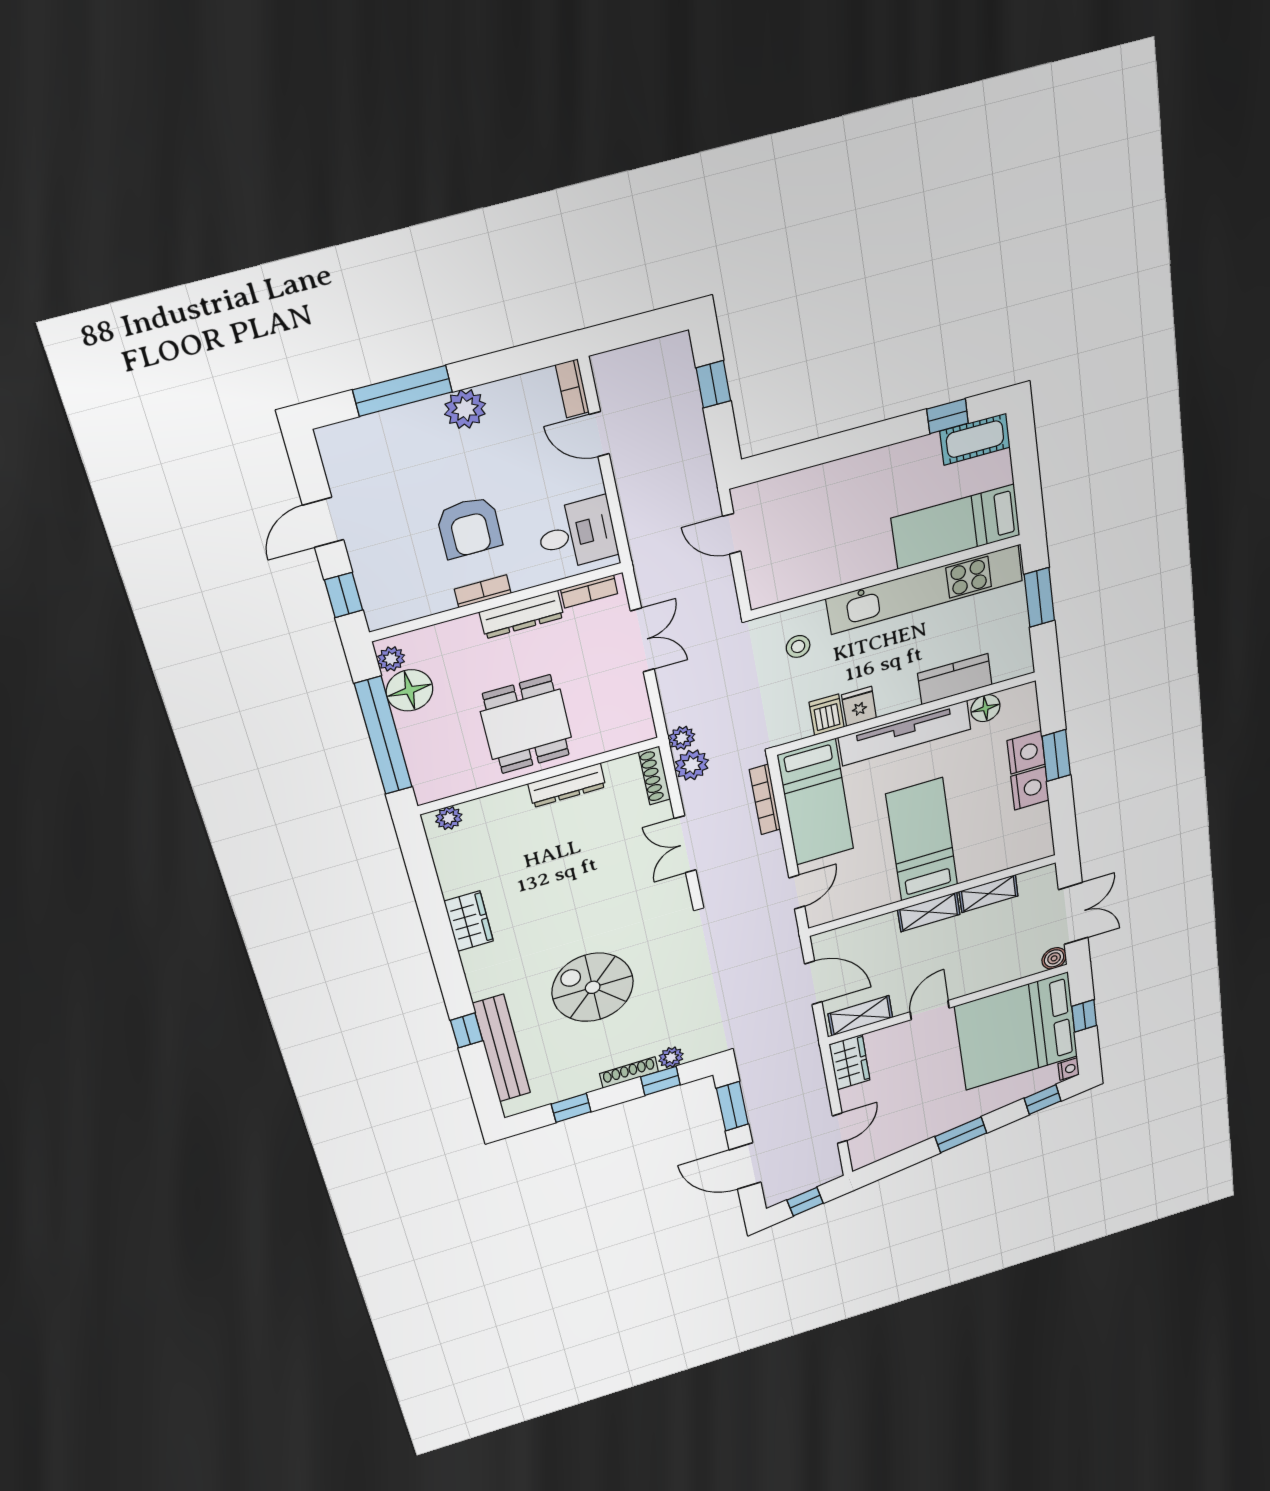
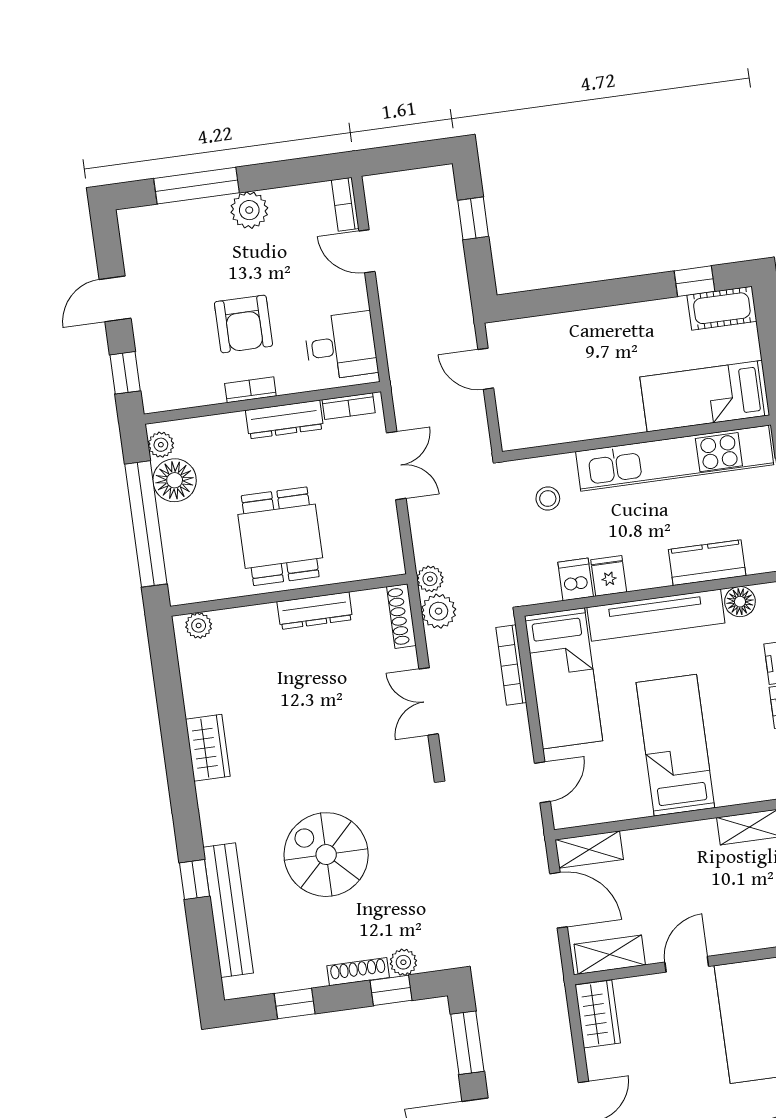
shelving: (929, 912) -> (589, 850), moved

